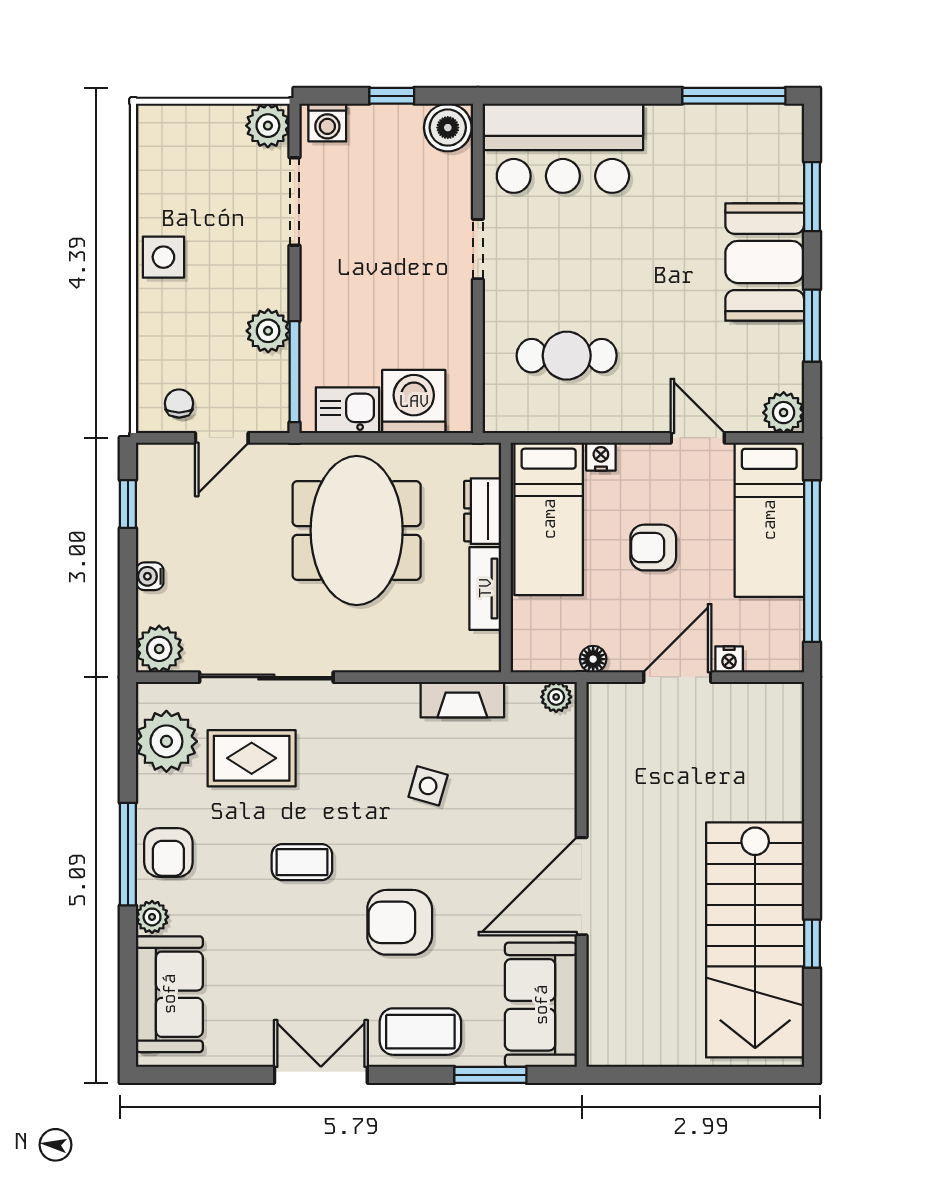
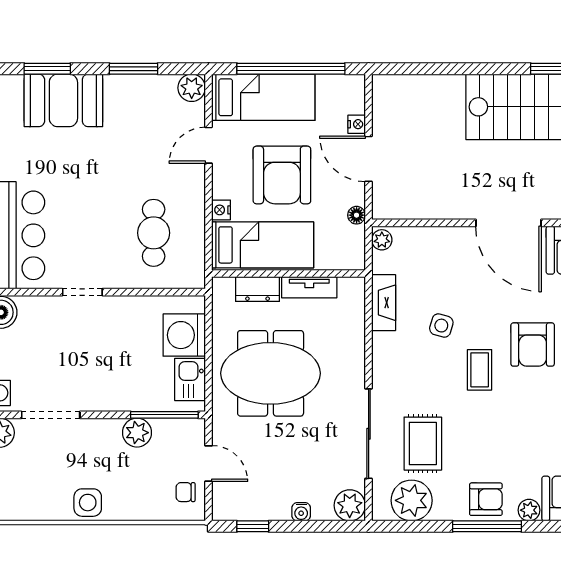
booth: (765, 262) -> (63, 100), moved
armchair: (653, 548) -> (282, 175), width x1.88, depth x1.88
coffee table: (302, 862) -> (480, 370), moved

